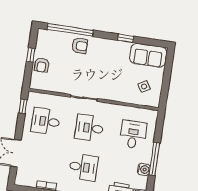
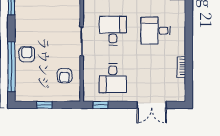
armchair: (42, 65) -> (64, 76), moved, turned 90
desk: (89, 128) -> (113, 31), turned 180
desk: (83, 167) -> (156, 31), turned -90

